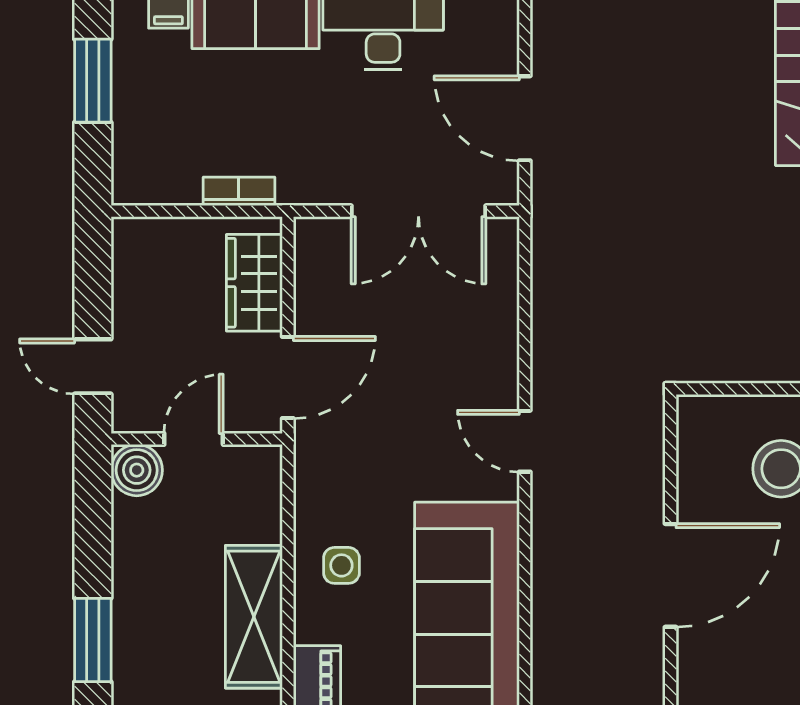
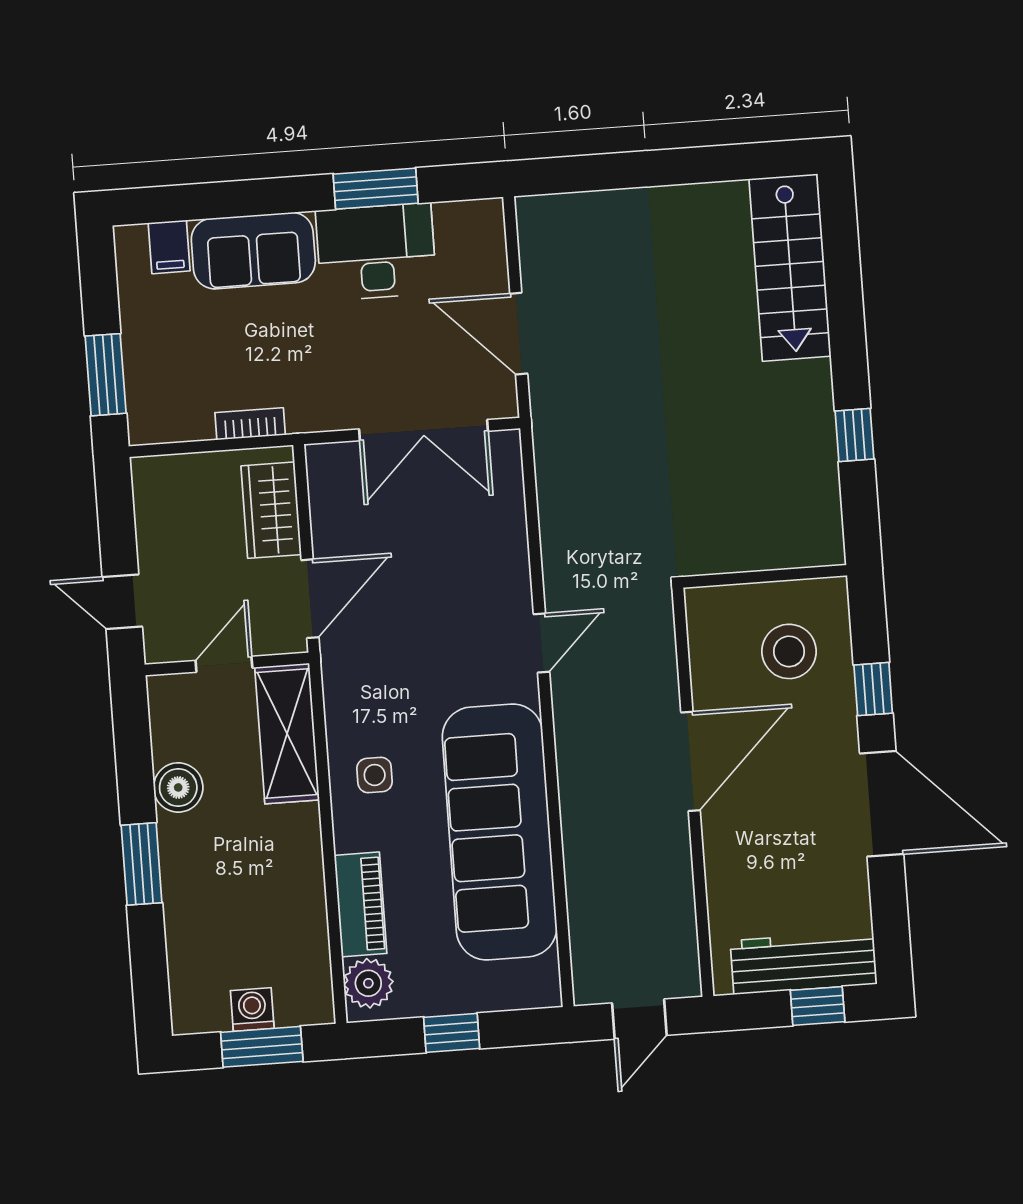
window: (93, 81) -> (106, 375), moved
door: (525, 441) -> (541, 643), swing flipped
boiler: (137, 470) -> (178, 787), moved
shelving: (254, 617) -> (287, 734), moved

